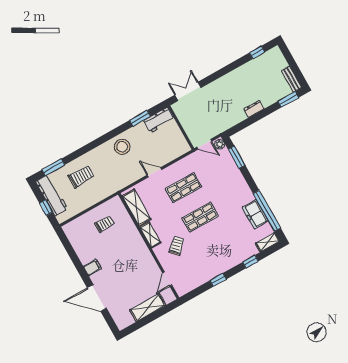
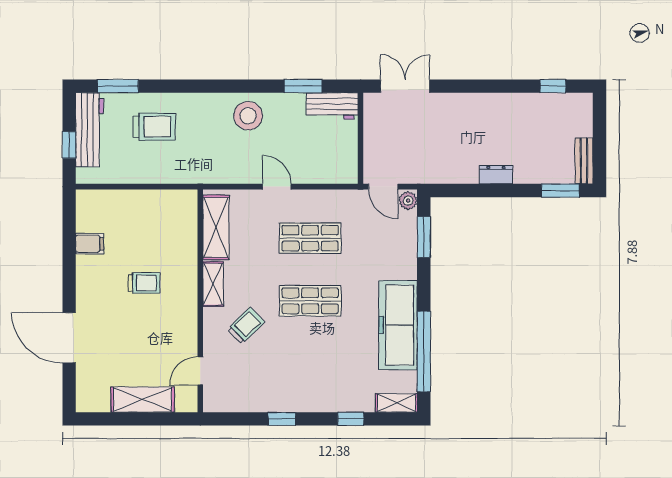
freezer: (255, 214) -> (398, 325), width x1.91, depth x1.26
trolley: (104, 224) -> (144, 283), moved
filing cabinet: (92, 267) -> (90, 244), moved

